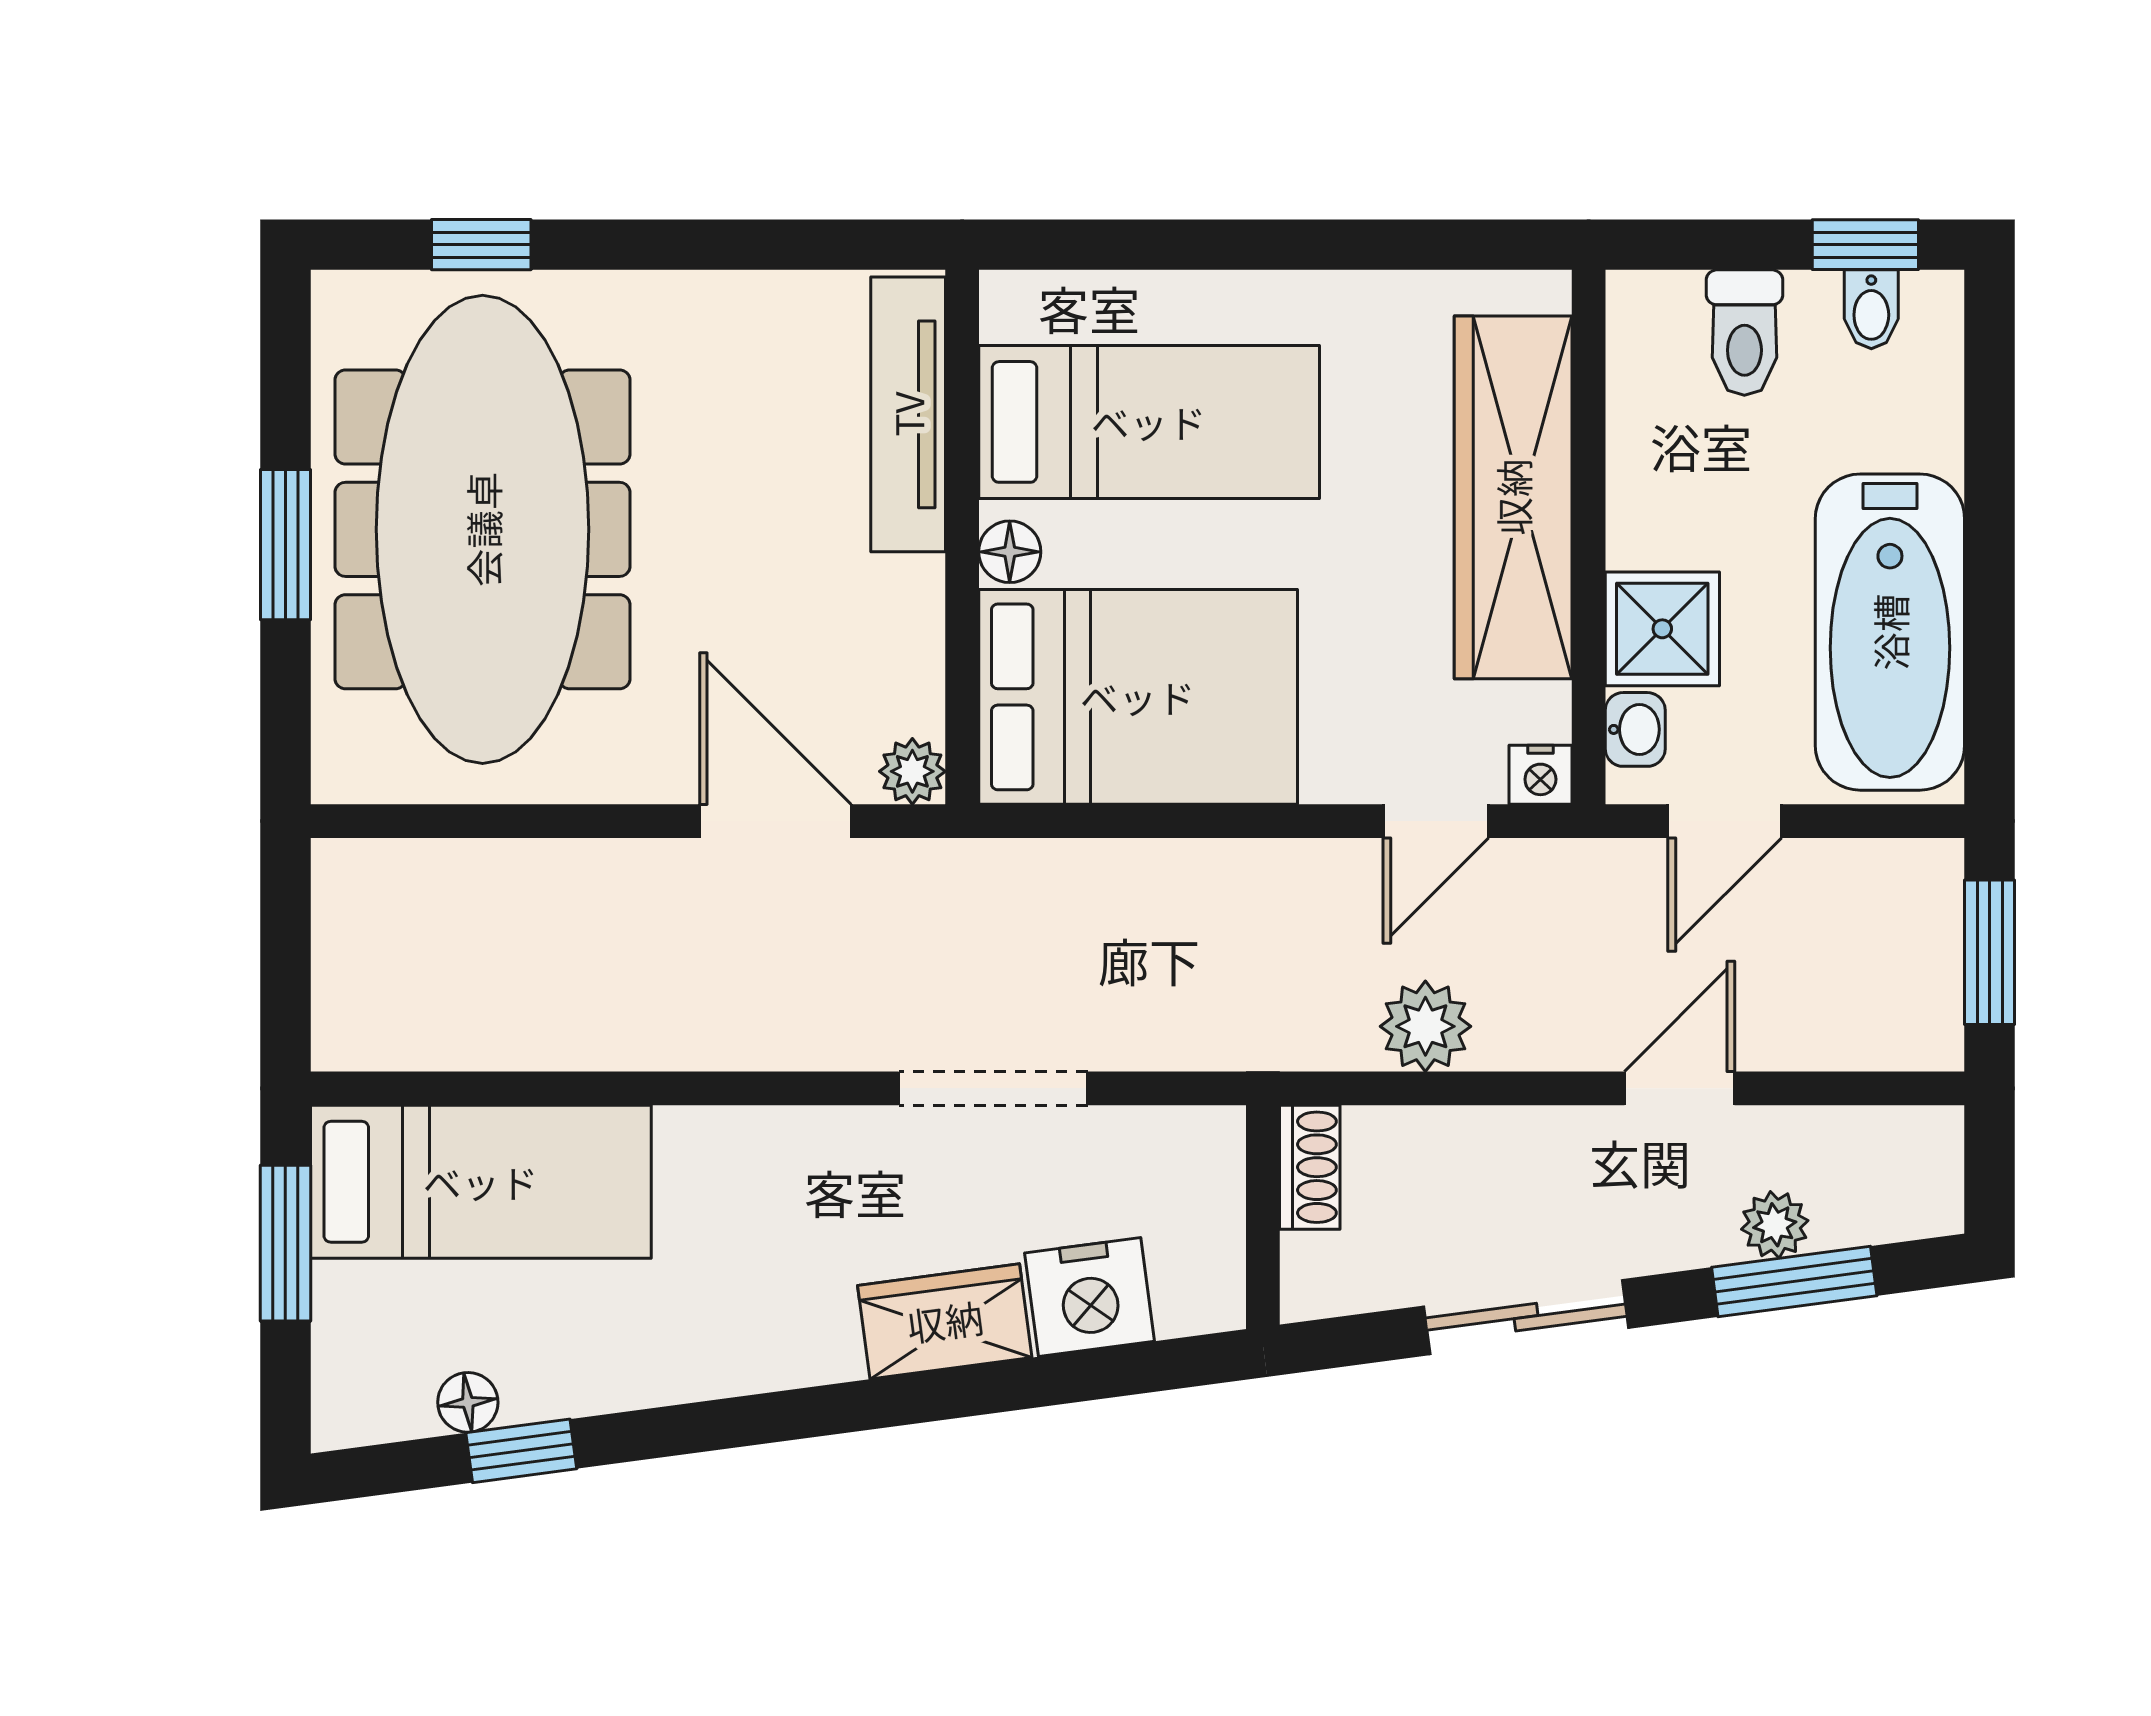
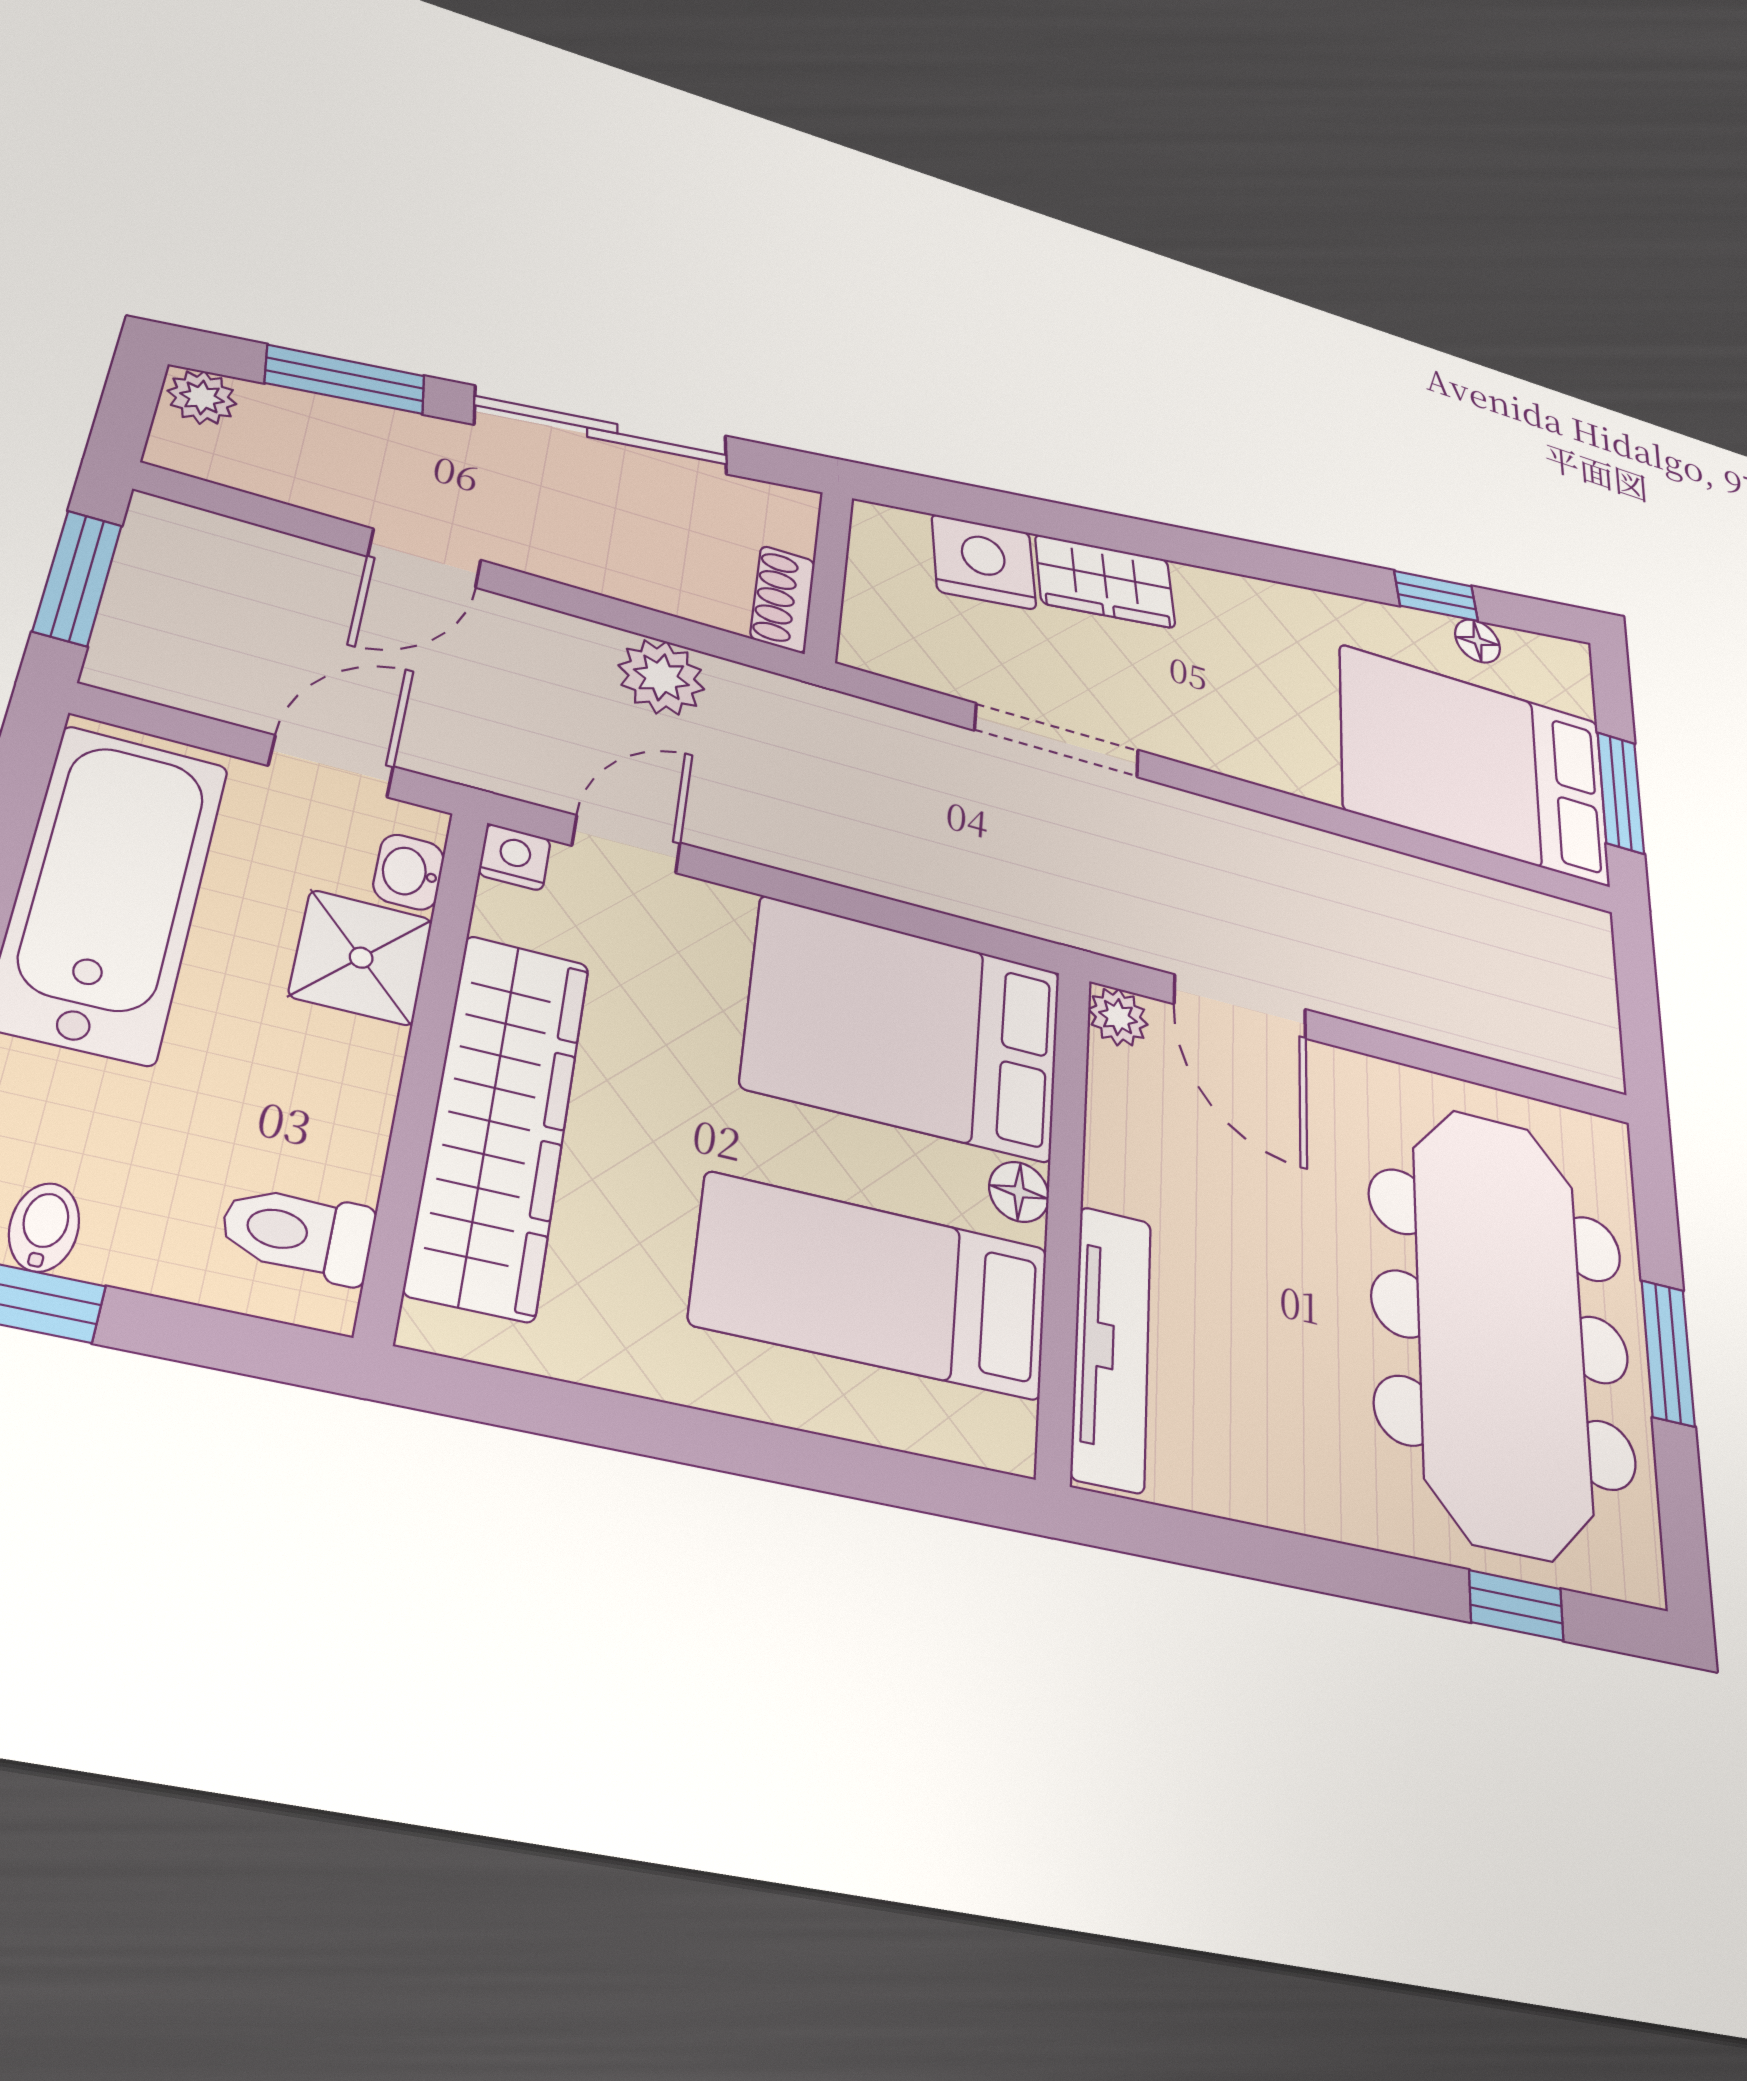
toilet: (1744, 333) -> (298, 1233), moved, turned -90
bed: (481, 1182) -> (1474, 765), width x1.50
plant: (1775, 1225) -> (202, 397), moved
sliding door: (1526, 1317) -> (602, 430), width x1.37

